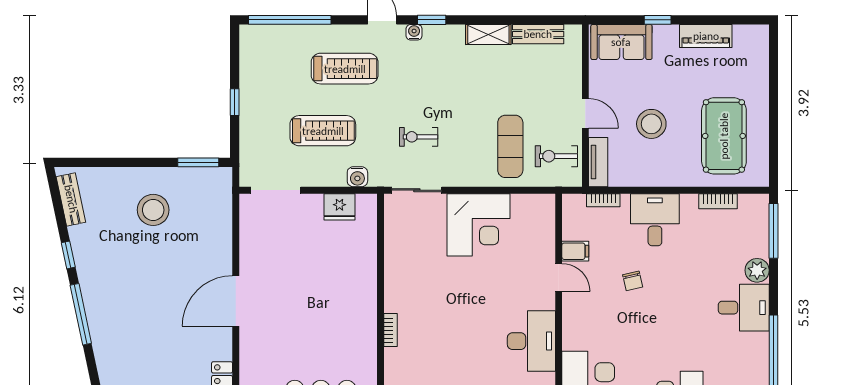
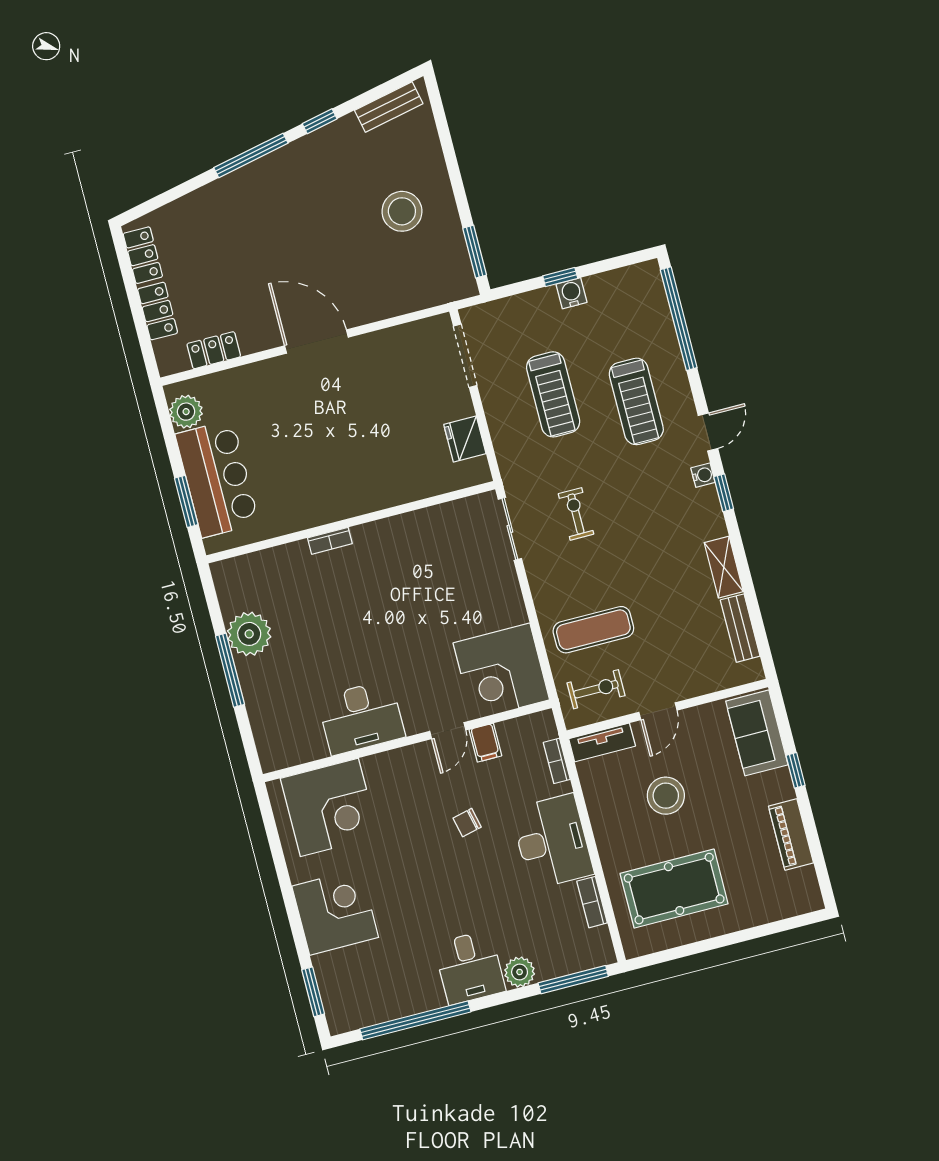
exercise bike: (556, 156) -> (596, 689), turned 90
water cooler: (357, 177) -> (572, 293), moved, turned 90
desk: (655, 220) -> (552, 842), width x1.37
corner desk: (478, 225) -> (501, 671), moved

